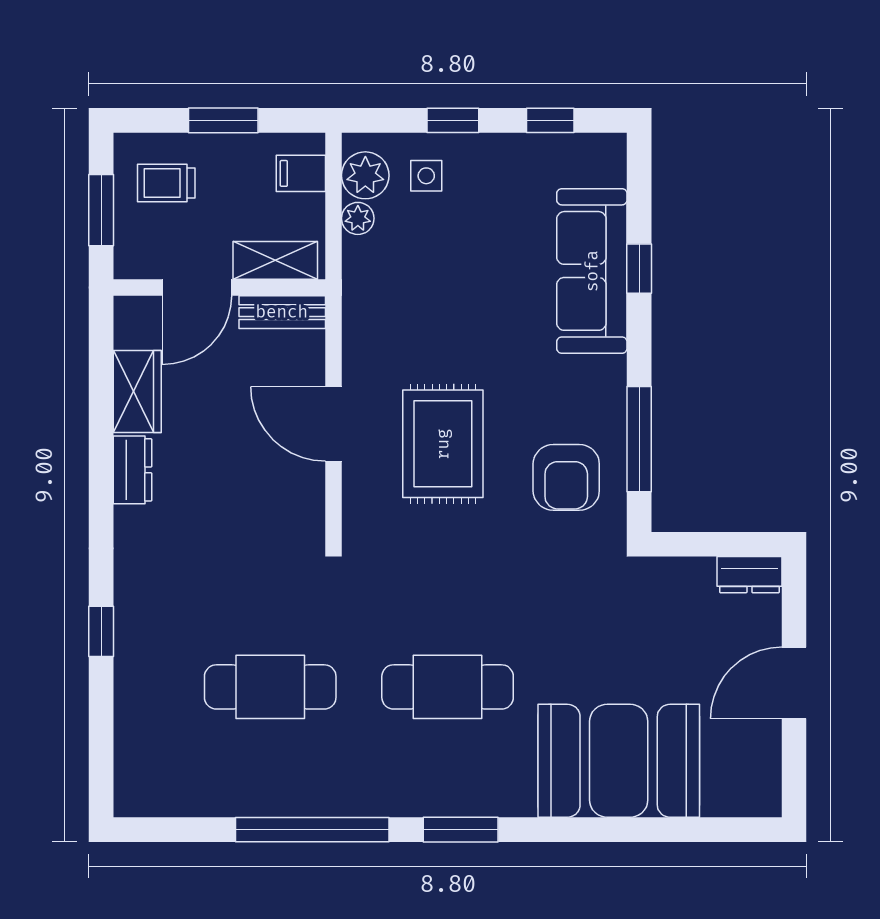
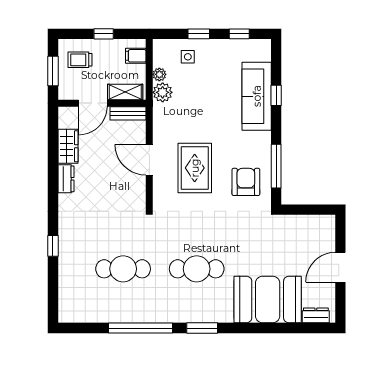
window: (223, 120) -> (104, 34), width x0.67
plant: (365, 175) -> (163, 92), moved
armchair: (566, 477) -> (246, 182), turned 180
dresser: (749, 575) -> (316, 315), moved, turned 180

